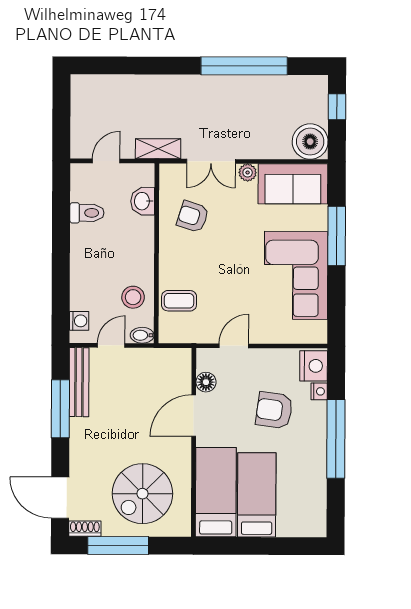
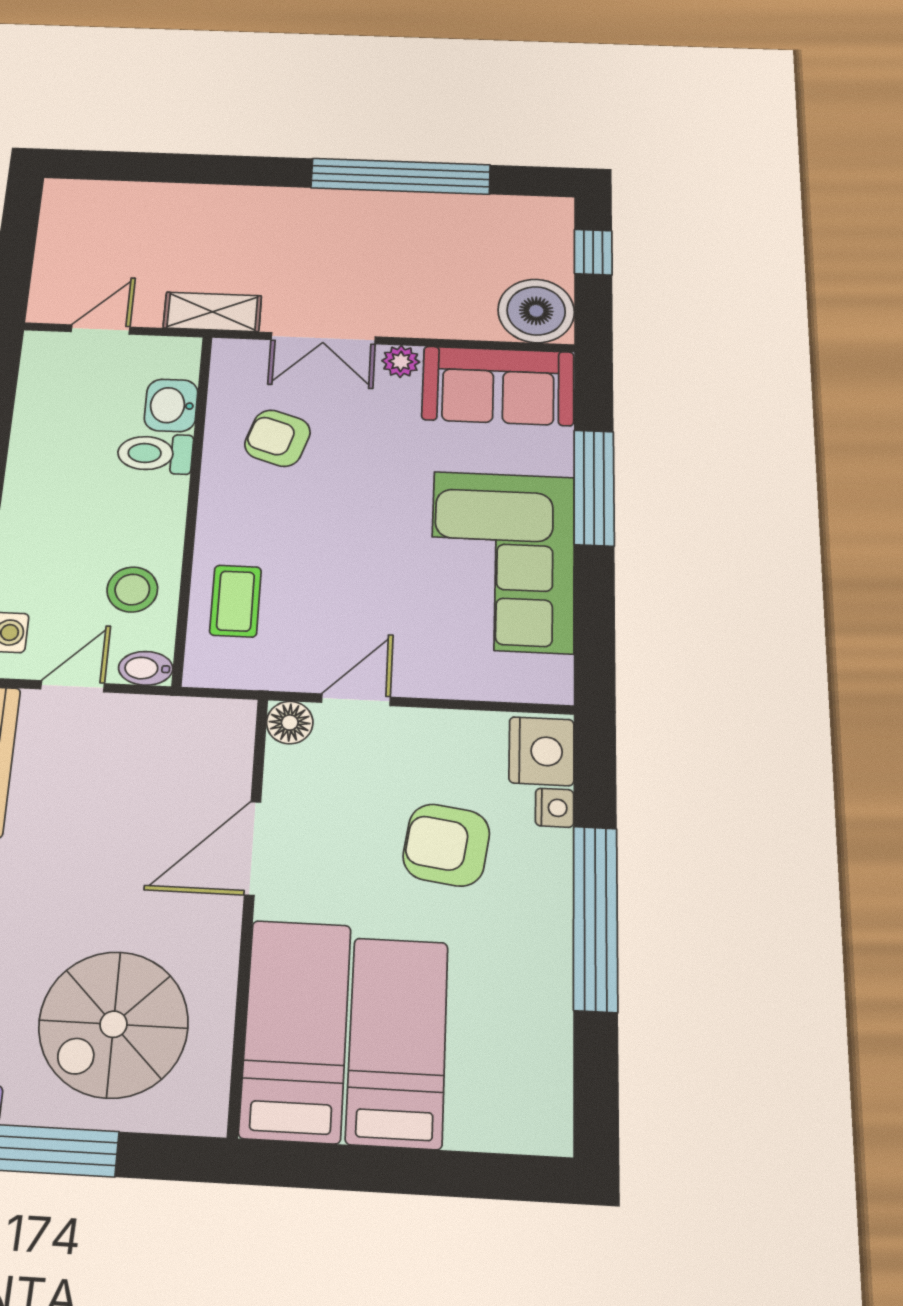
toilet: (87, 213) -> (155, 453), moved, turned 180
coffee table: (179, 301) -> (236, 601), turned 90
floor lamp: (206, 382) -> (290, 723), moved

